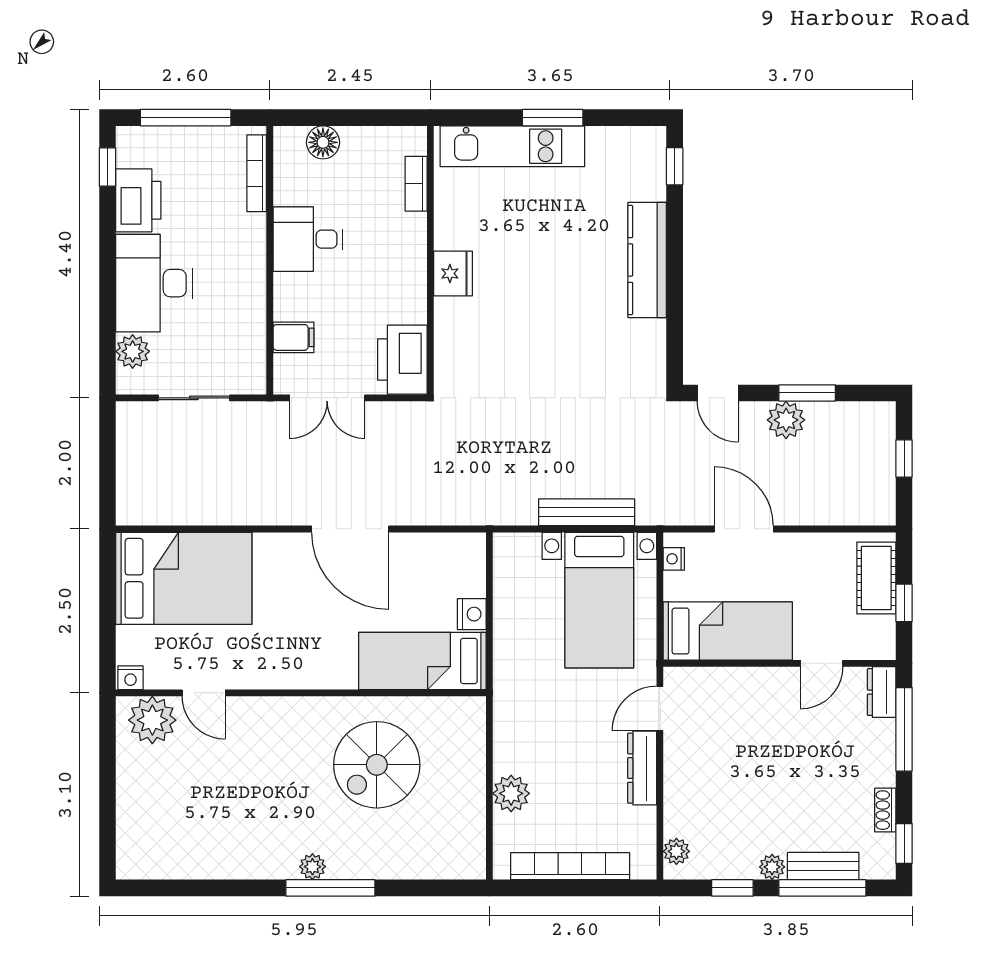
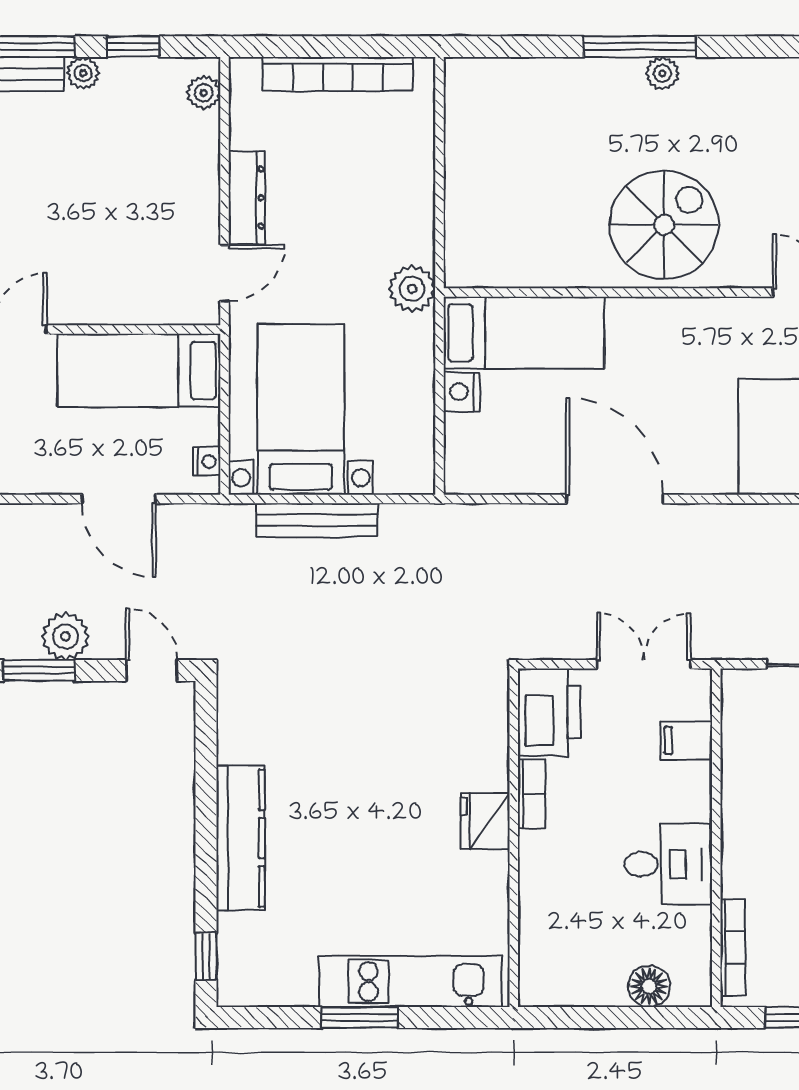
bookcase: (416, 184) -> (532, 794), moved
spiral stairs: (377, 765) -> (664, 225), moved
plant: (511, 793) -> (412, 289), moved

